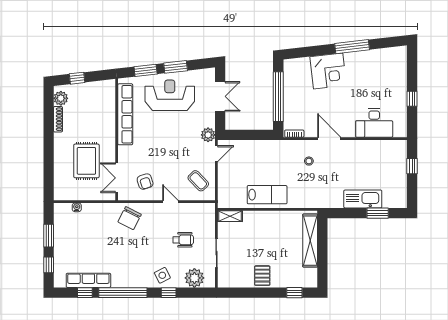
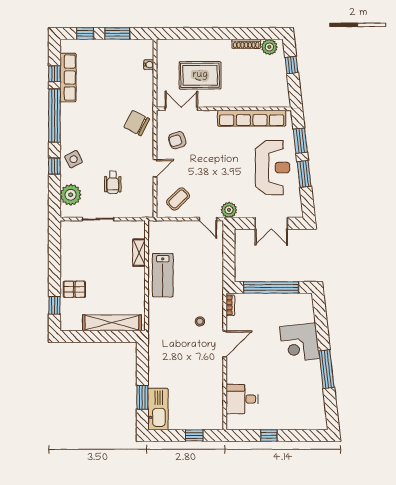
desk: (374, 123) -> (242, 399), width x0.73
kitchen sink: (363, 199) -> (158, 409), moved
shelving: (230, 216) -> (139, 253), moved
pallet: (262, 276) -> (74, 289), moved

